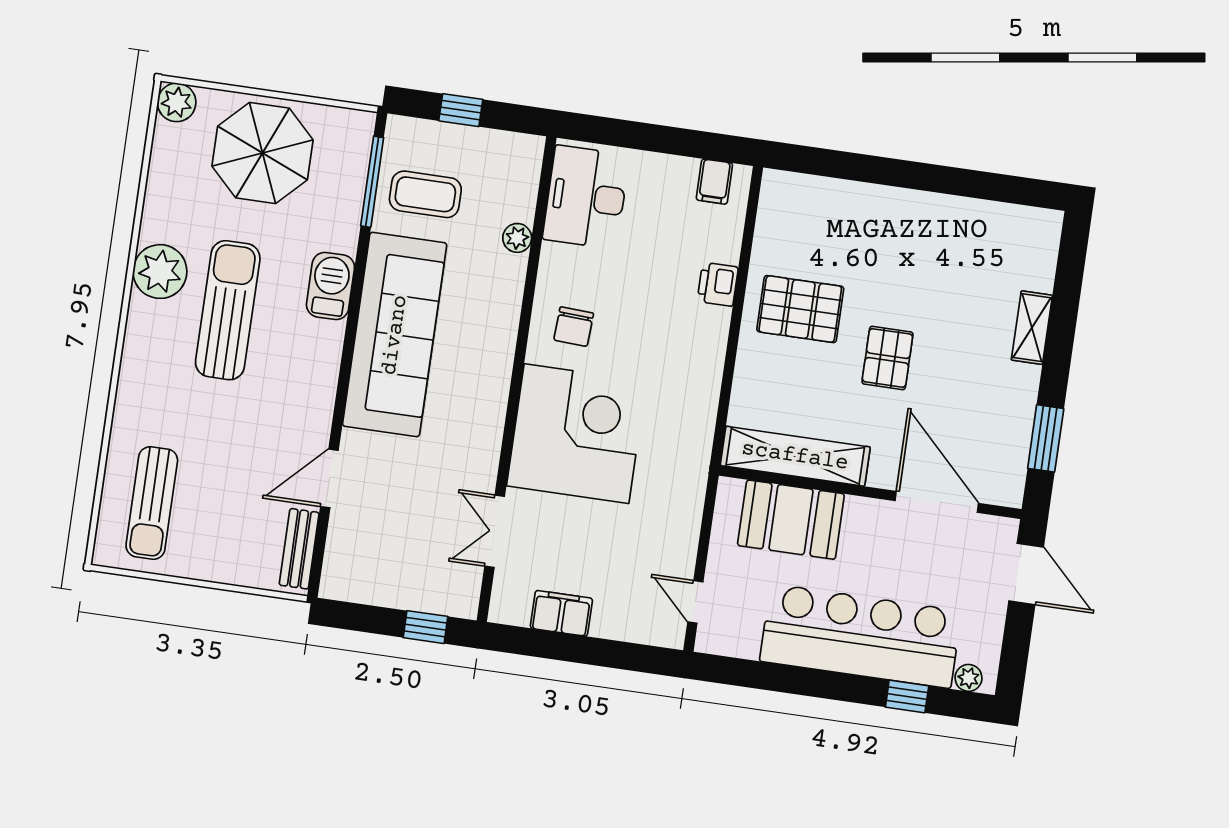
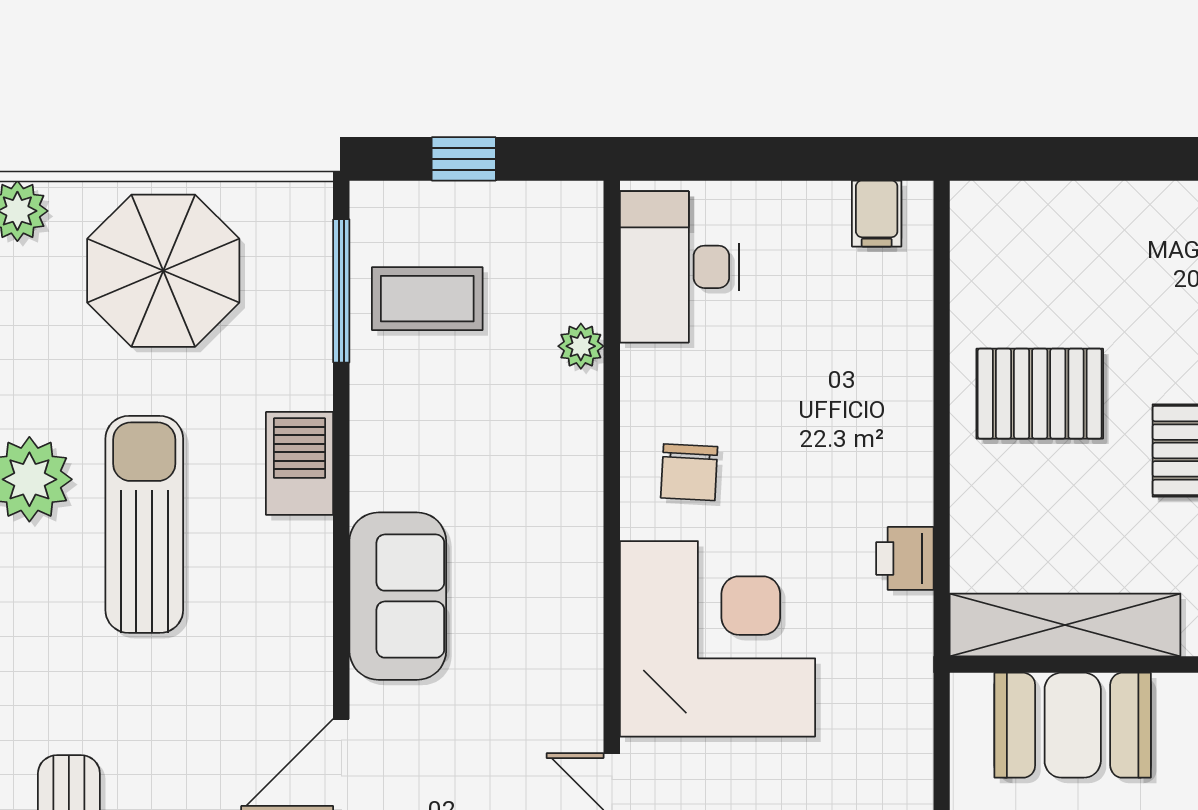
printer: (718, 284) -> (905, 558), moved
sofa: (395, 335) -> (398, 596), width x0.54, depth x0.79

